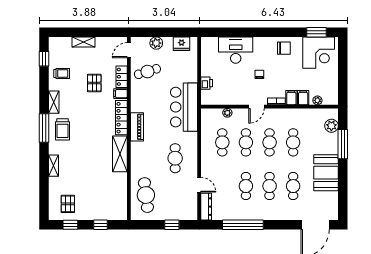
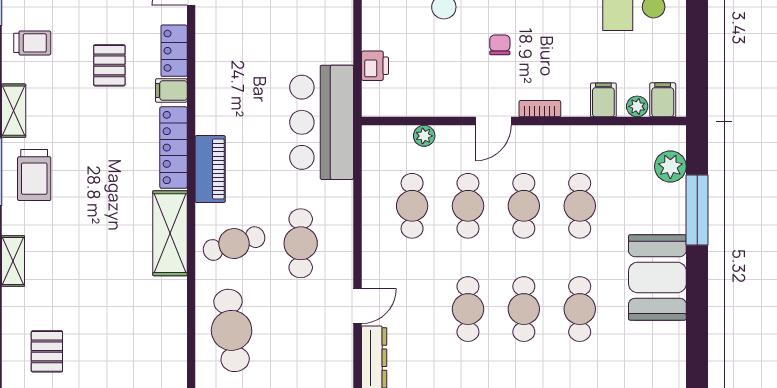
cafe table: (147, 72) -> (234, 244), moved
filing cabinet: (291, 98) -> (663, 100), moved
door: (199, 185) -> (357, 306), hinge flipped

